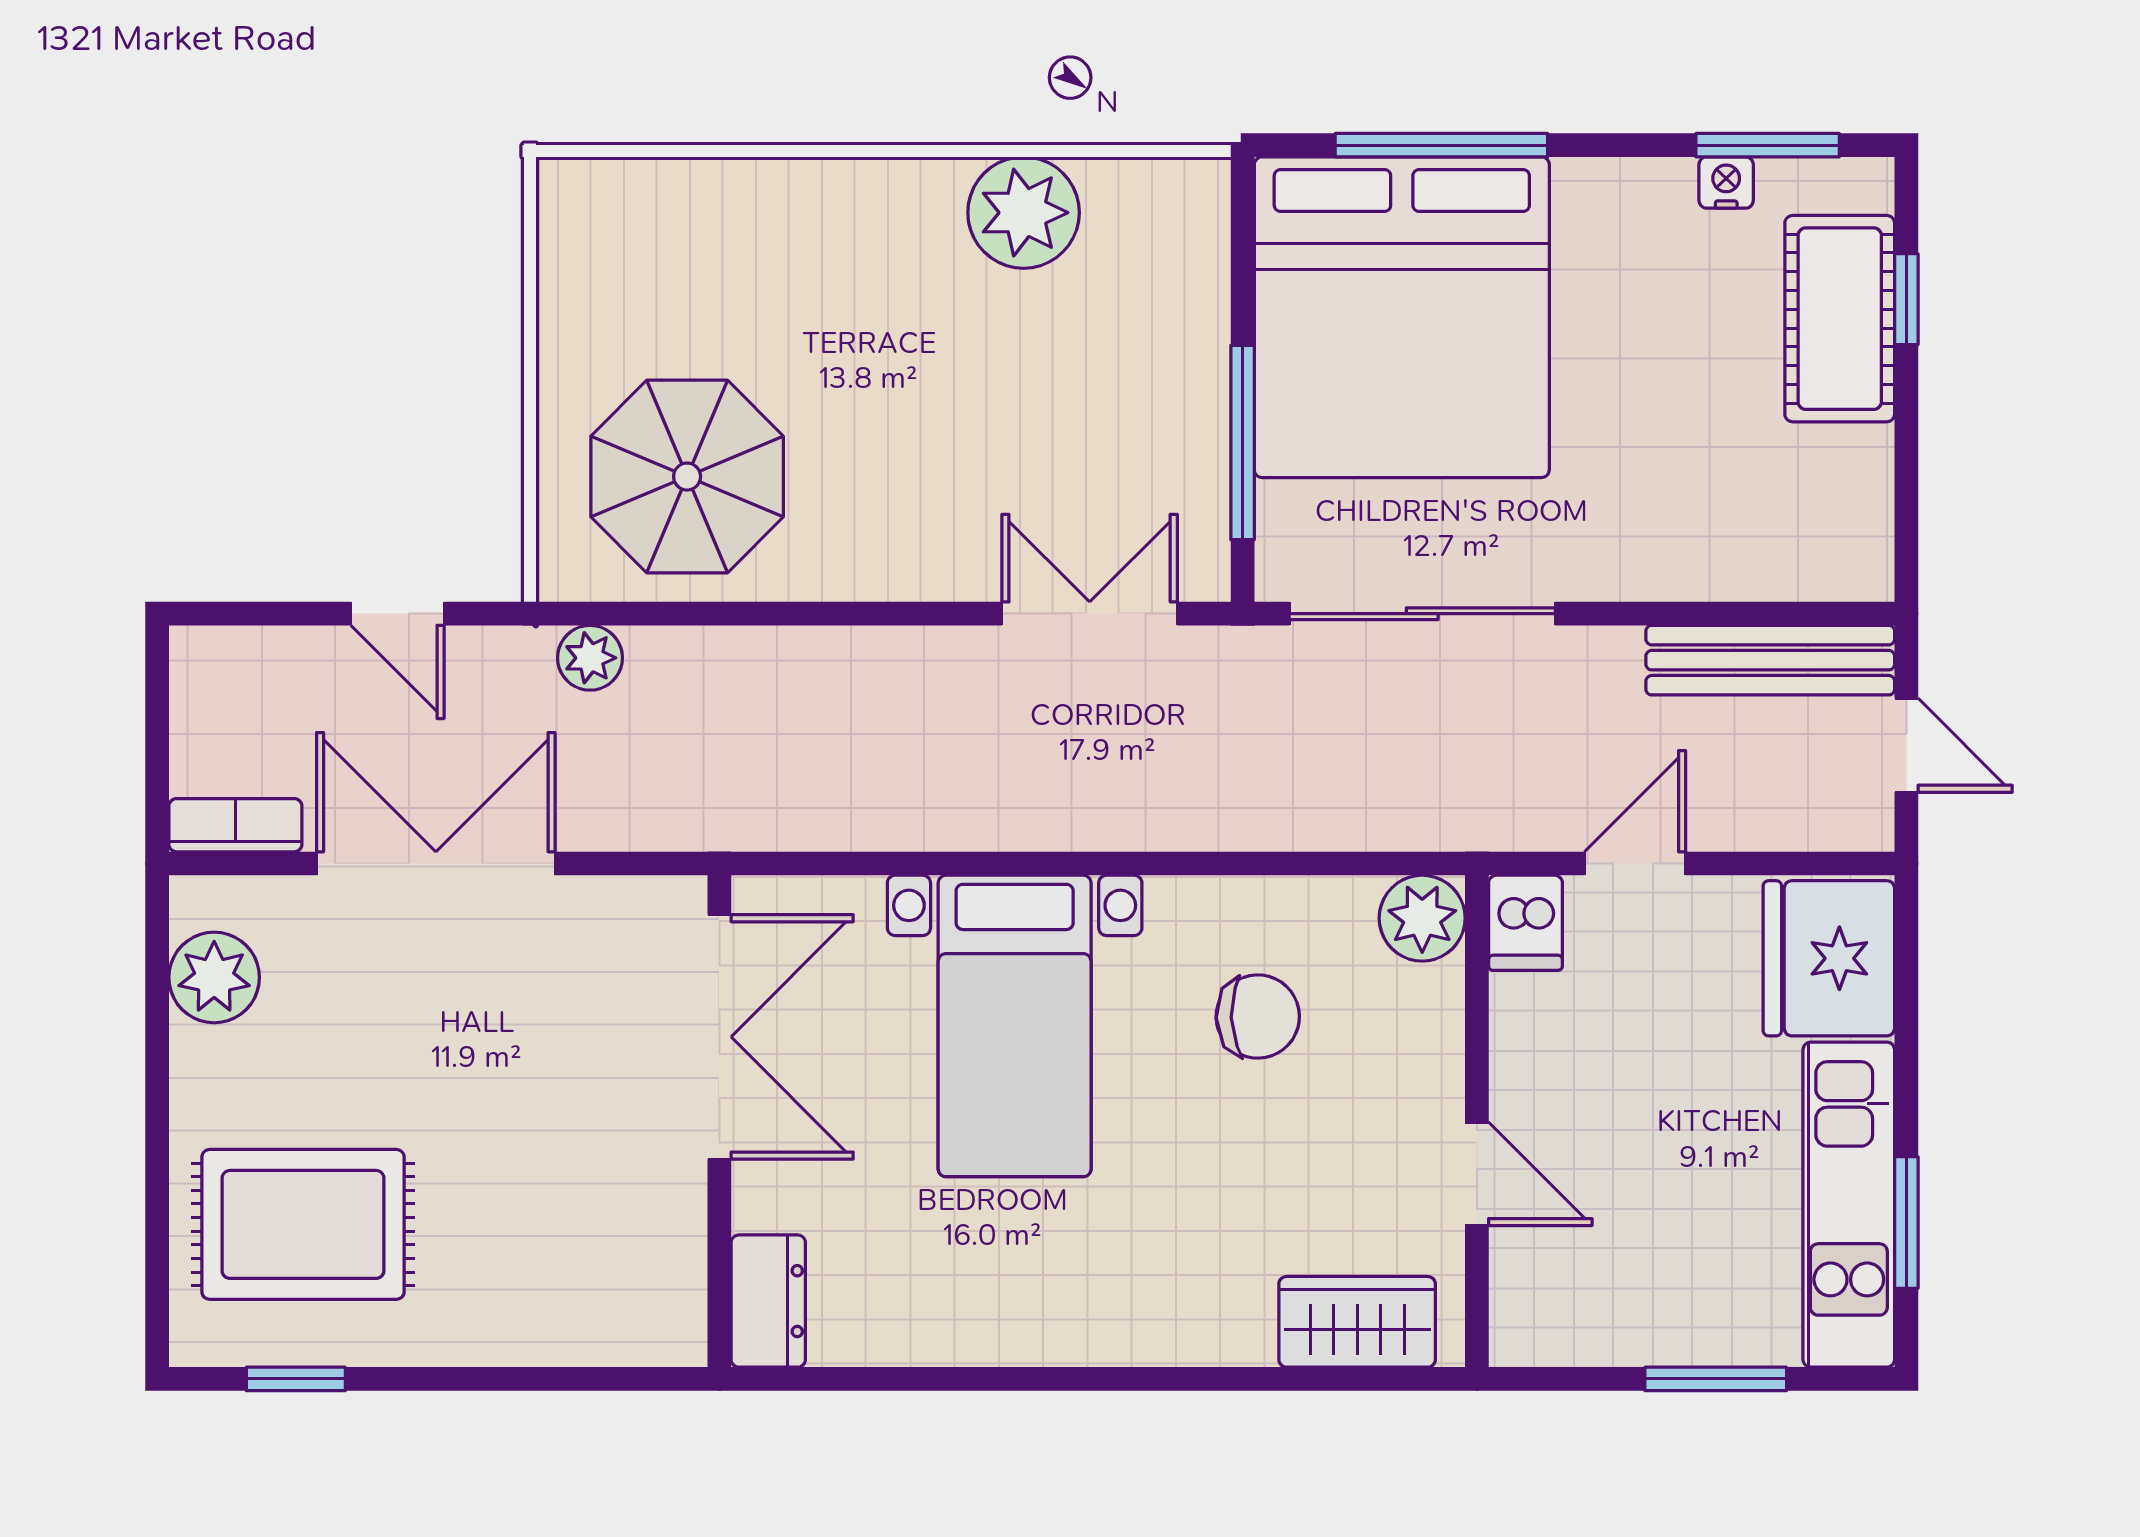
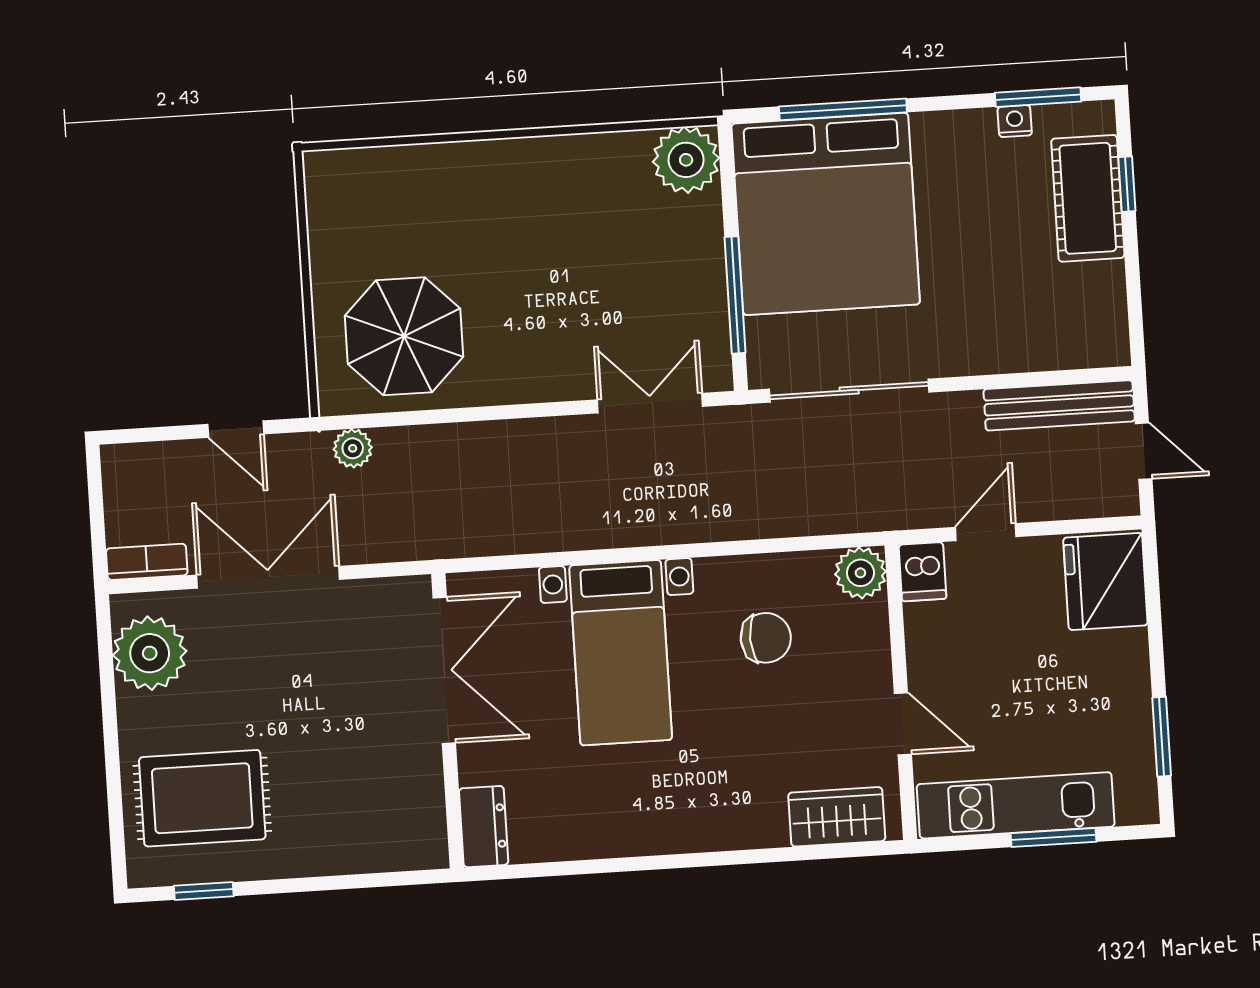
plant: (1024, 213) -> (686, 160), moved
plant: (214, 977) -> (150, 653), width x1.36, depth x1.36
kitchen unit: (1849, 1205) -> (1016, 805), moved, turned 90

